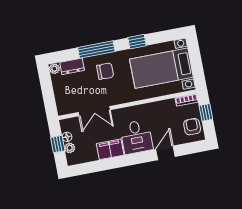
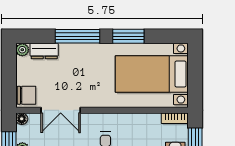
window: (137, 42) -> (128, 36), width x1.50
chair: (105, 71) -> (27, 95), moved
floor lamp: (67, 137) -> (22, 119), moved

